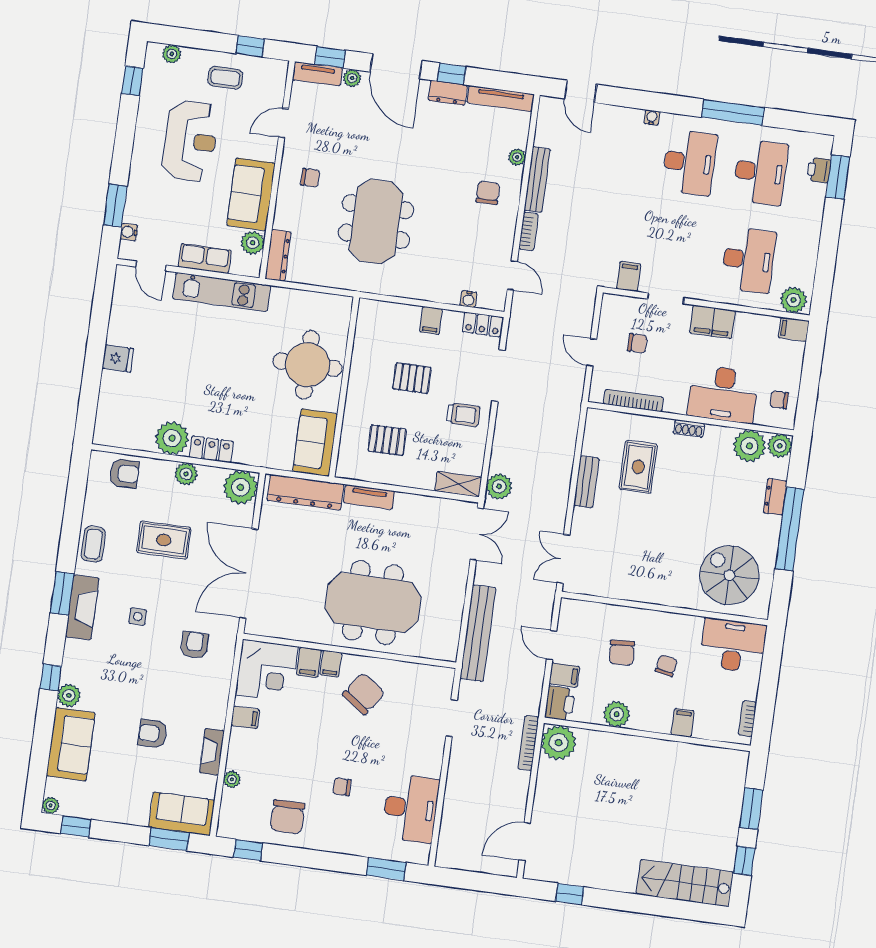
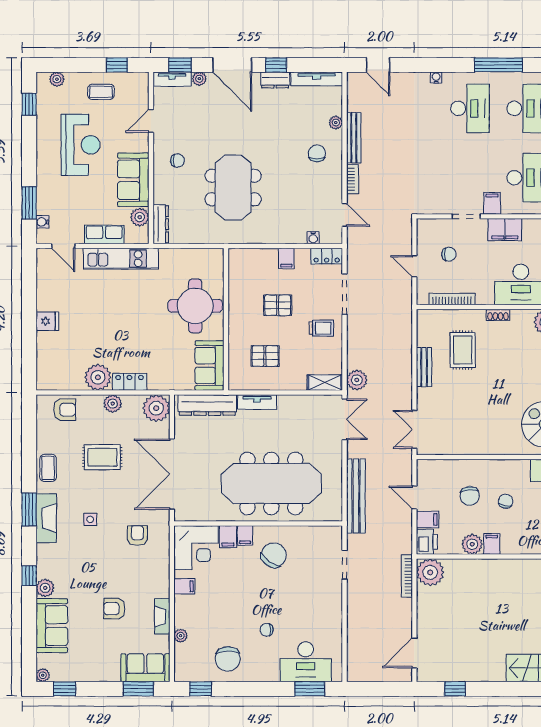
filing cabinet: (629, 276) -> (492, 203), moved
meeting table: (373, 603) -> (271, 483), width x1.36
filing cabinet: (683, 723) -> (492, 544), moved
desk: (411, 808) -> (306, 662), moved, turned 90

